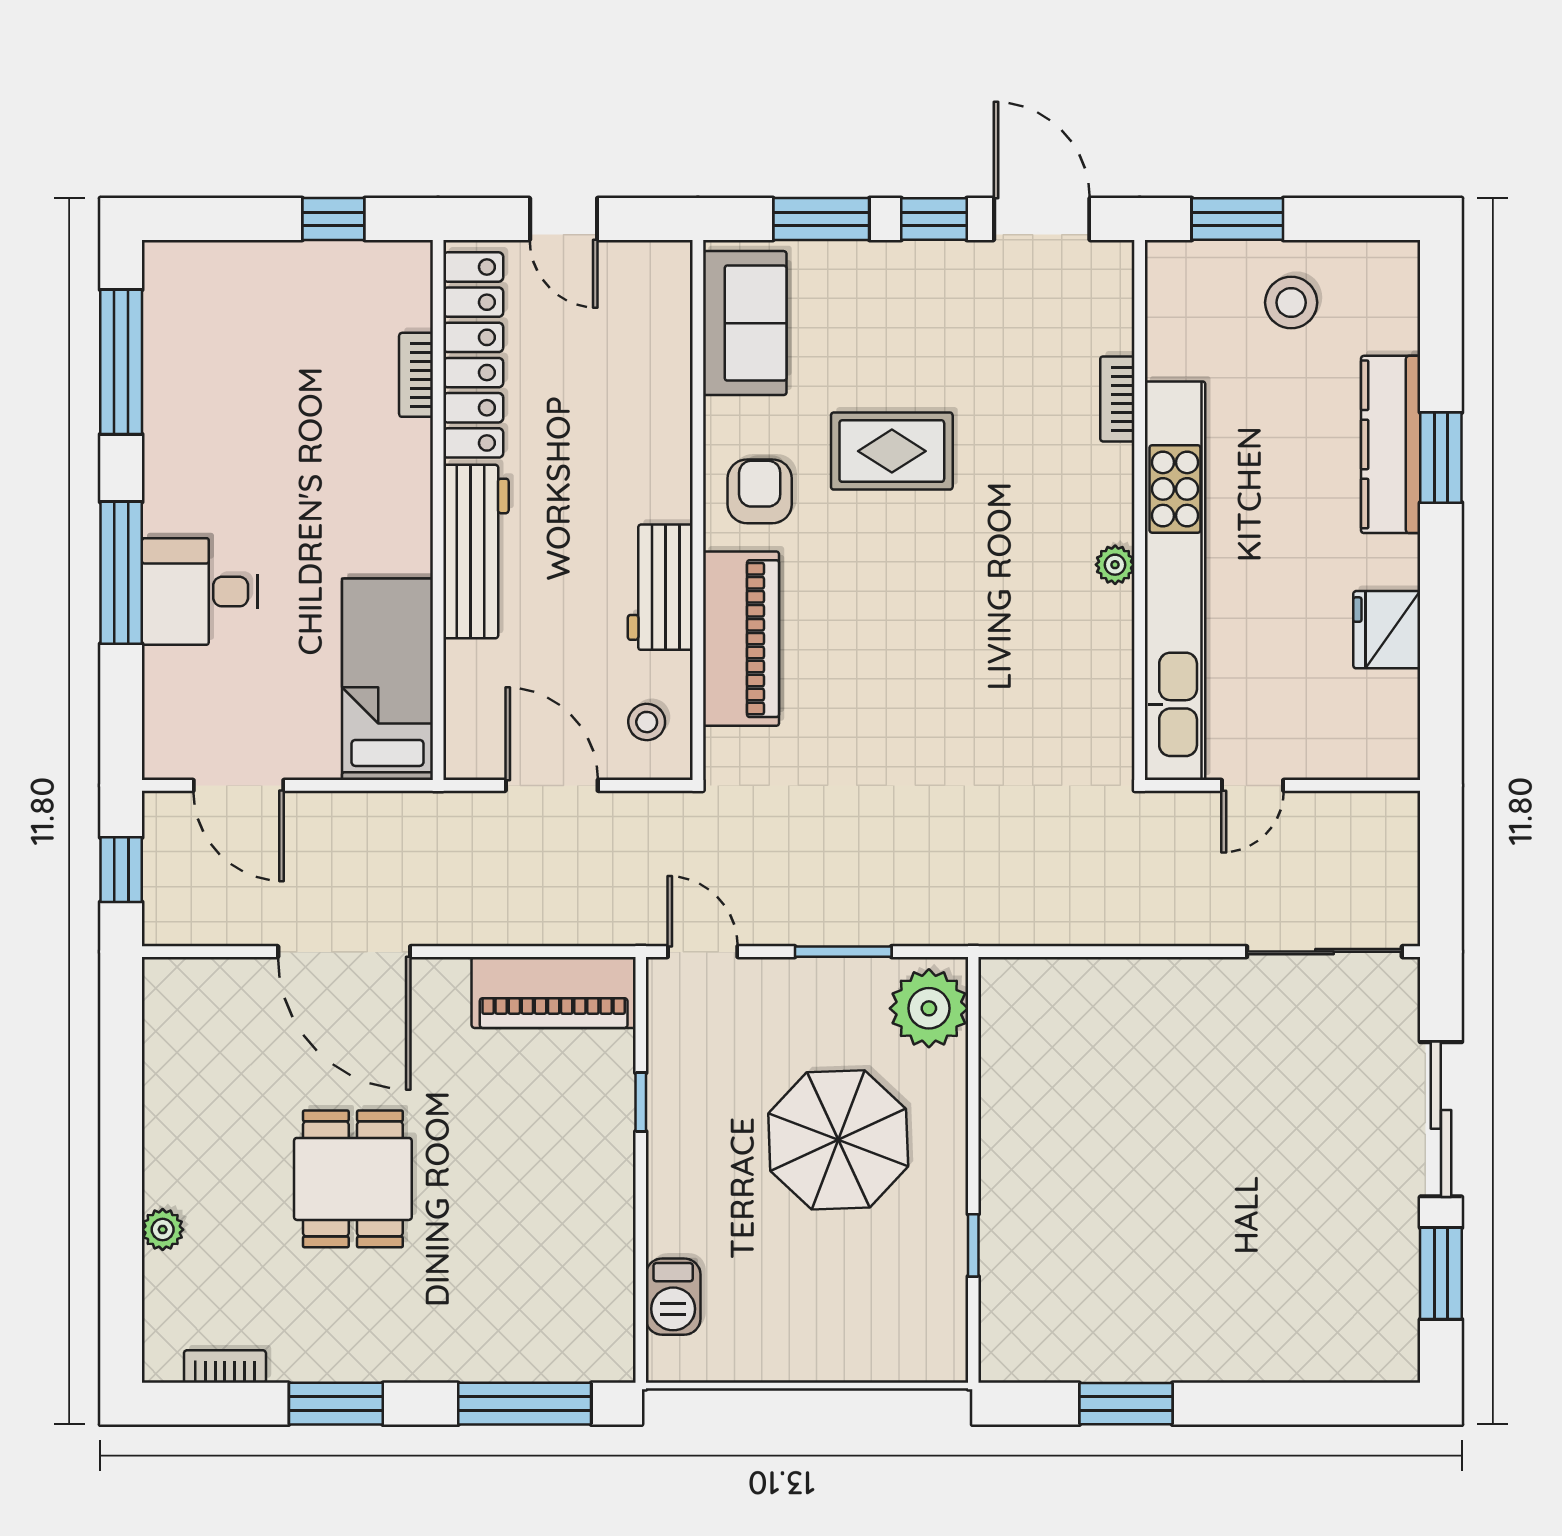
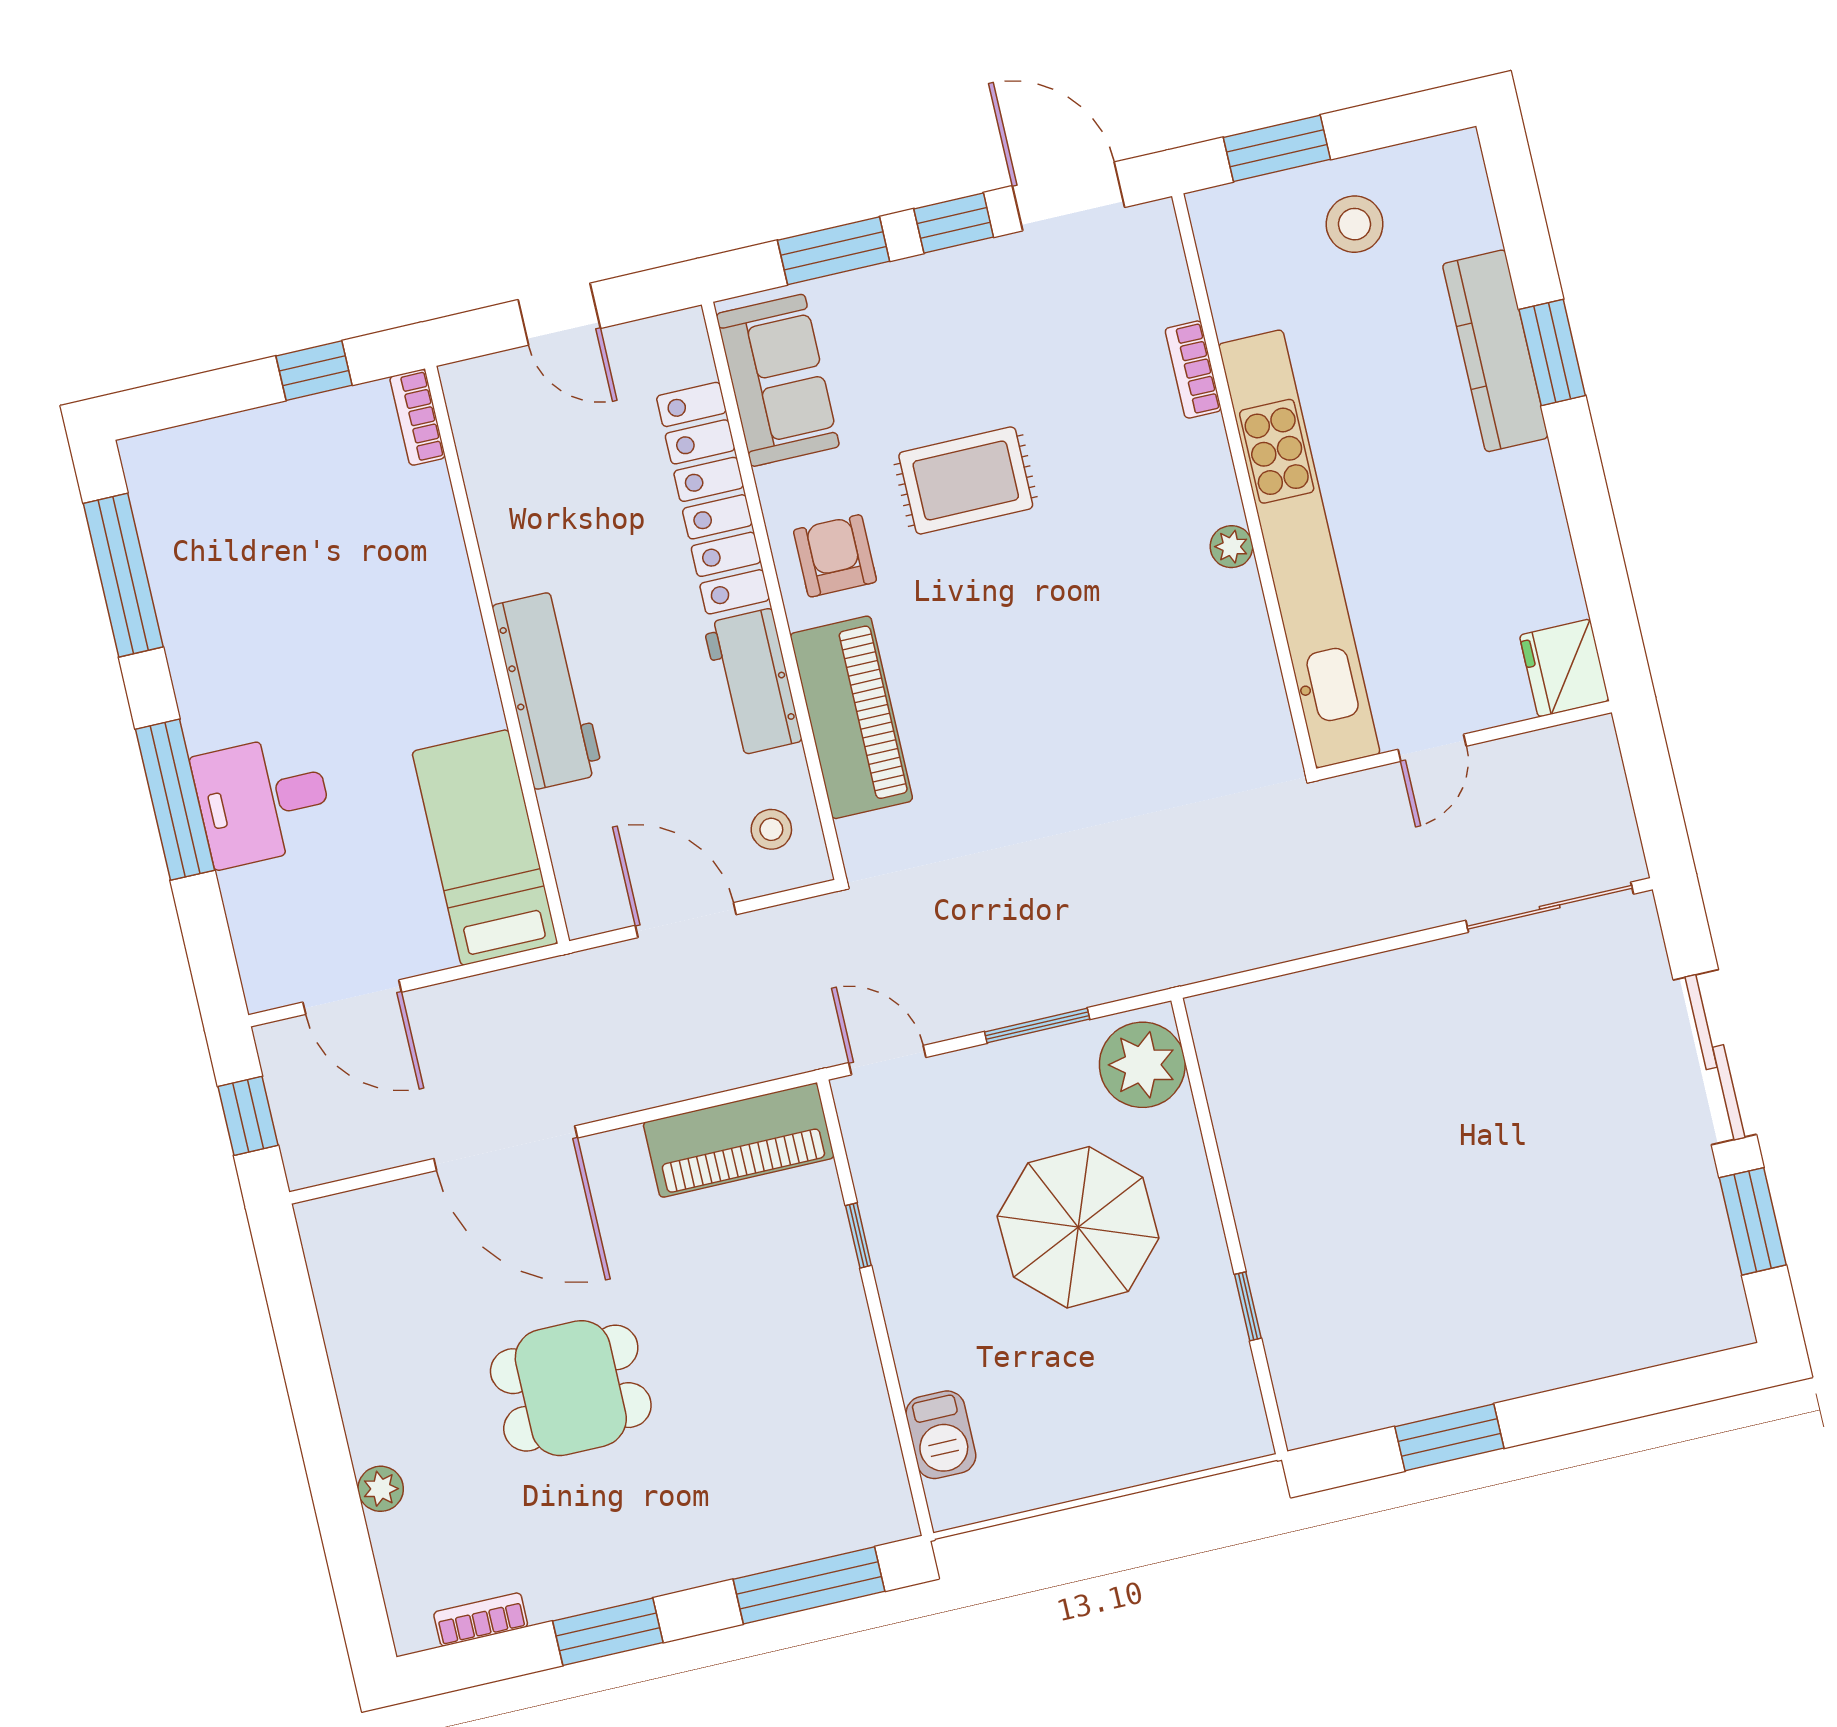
locker: (473, 355) -> (713, 498), moved, turned 180
bookcase: (416, 375) -> (418, 417), moved
fridge: (1387, 630) -> (1564, 668), moved
dining table: (353, 1179) -> (571, 1388), turned 90

